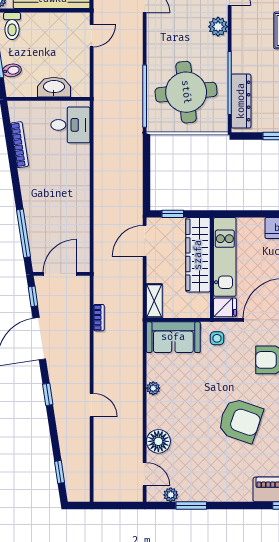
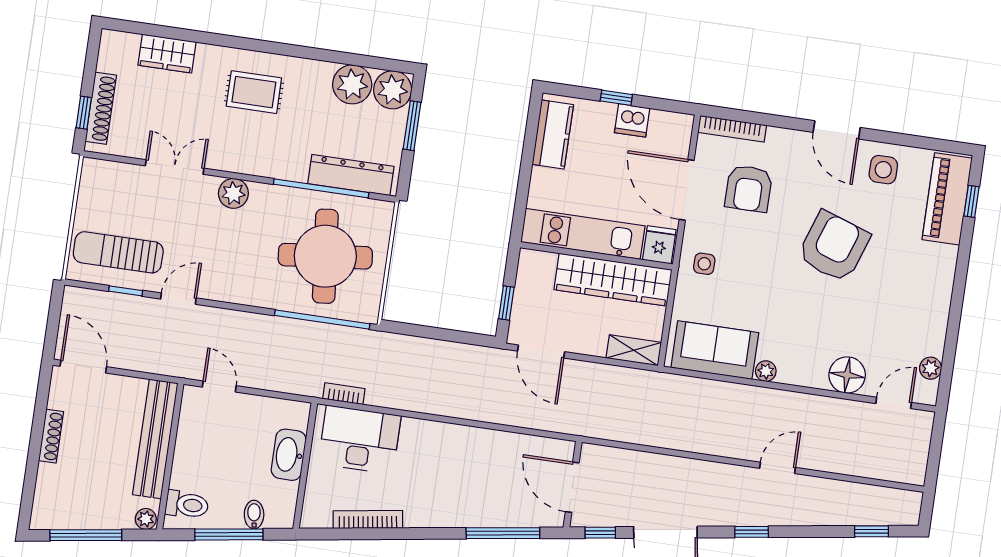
desk: (70, 125) -> (360, 440), width x1.37
wardrobe: (198, 255) -> (613, 280), moved
bookcase: (99, 318) -> (344, 394), moved
sofa: (173, 337) -> (715, 350), moved, turned -90
window: (191, 505) -> (951, 339), removed

